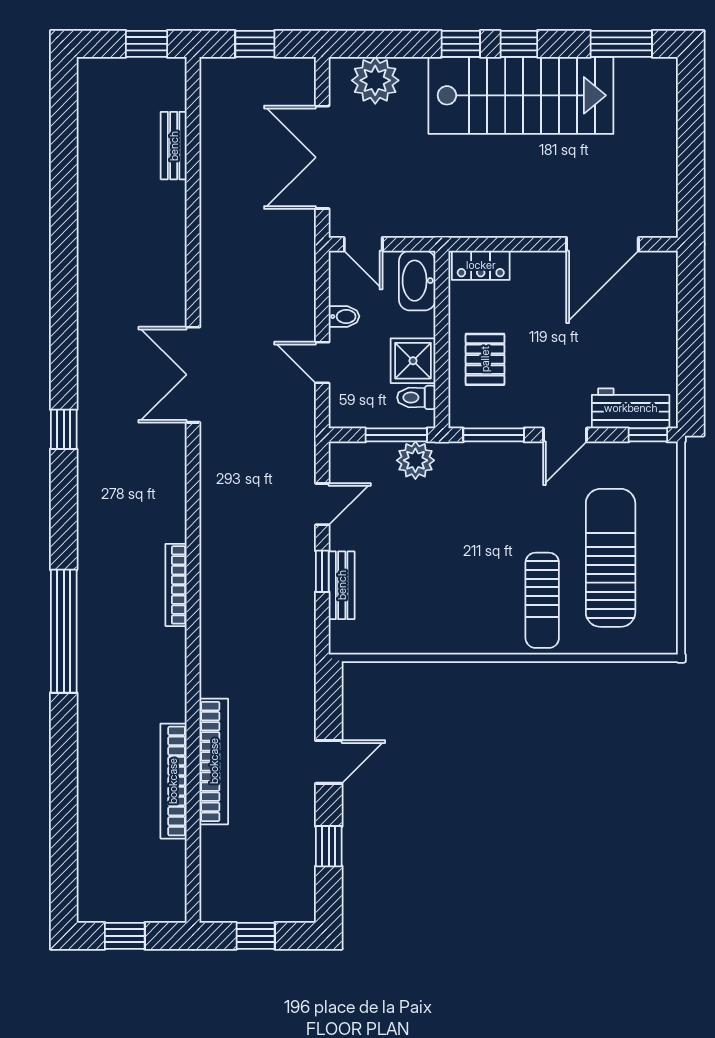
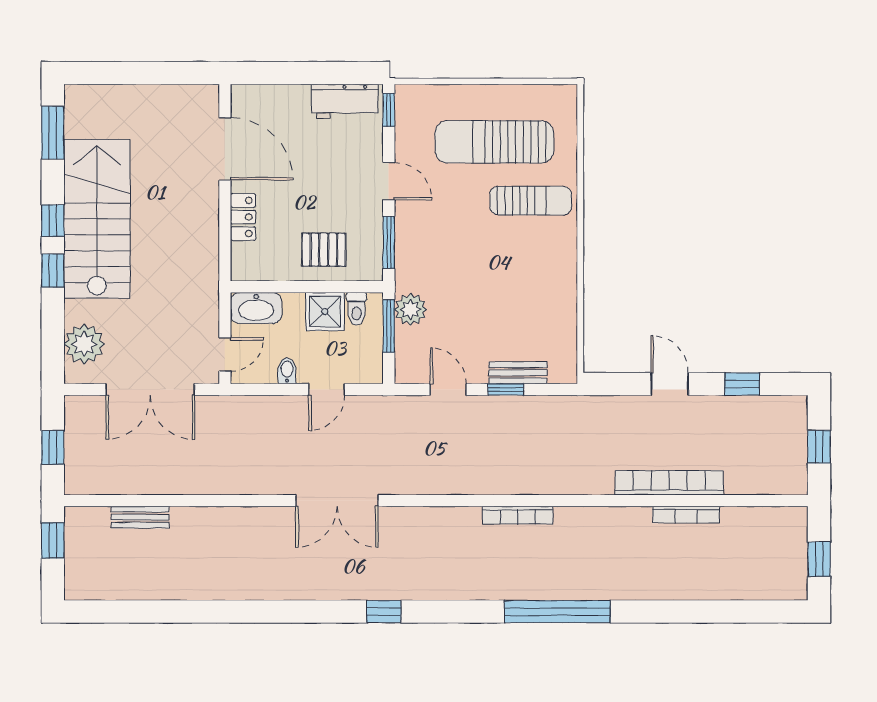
locker: (481, 265) -> (243, 217), moved
workbench: (631, 408) -> (345, 101), moved, turned -90
bookcase: (173, 781) -> (686, 515), width x0.68, depth x0.76

